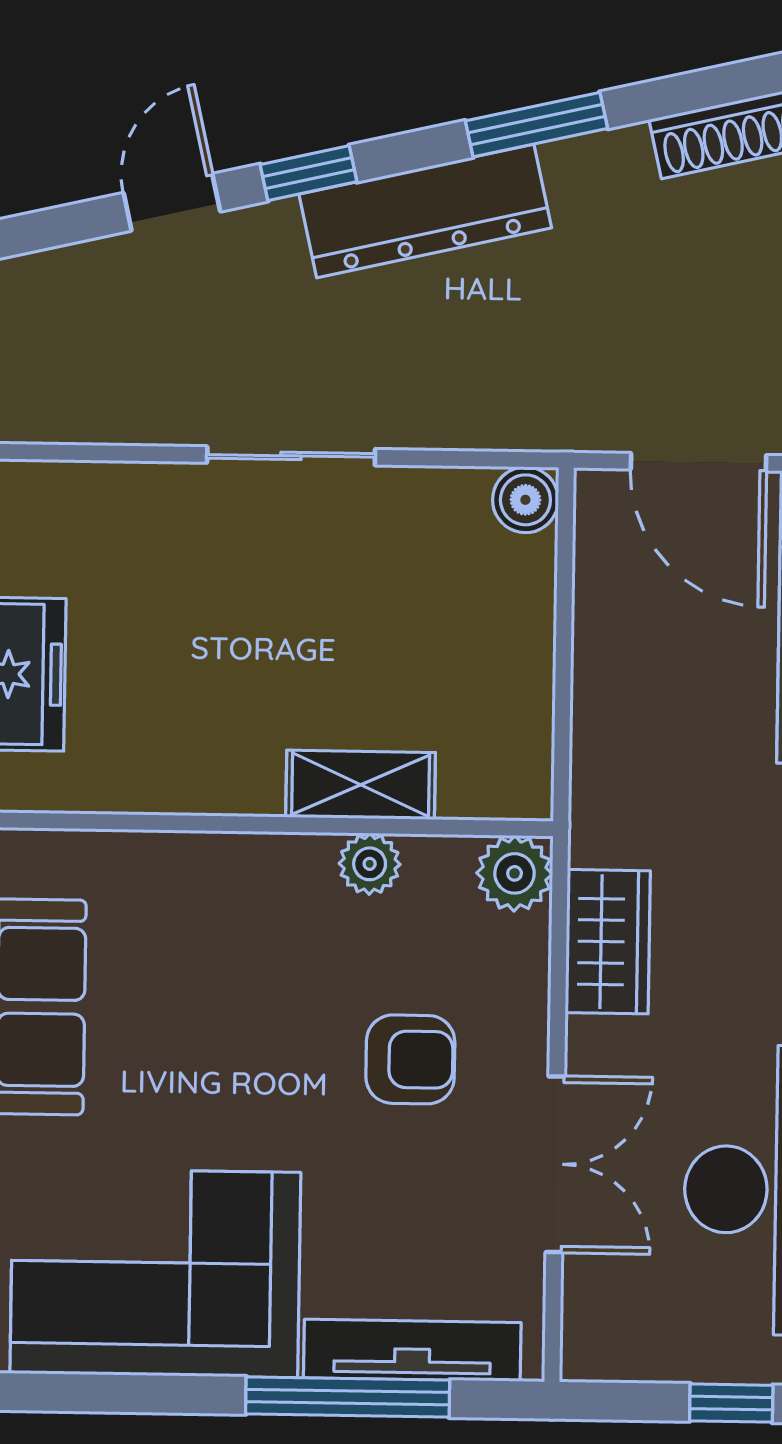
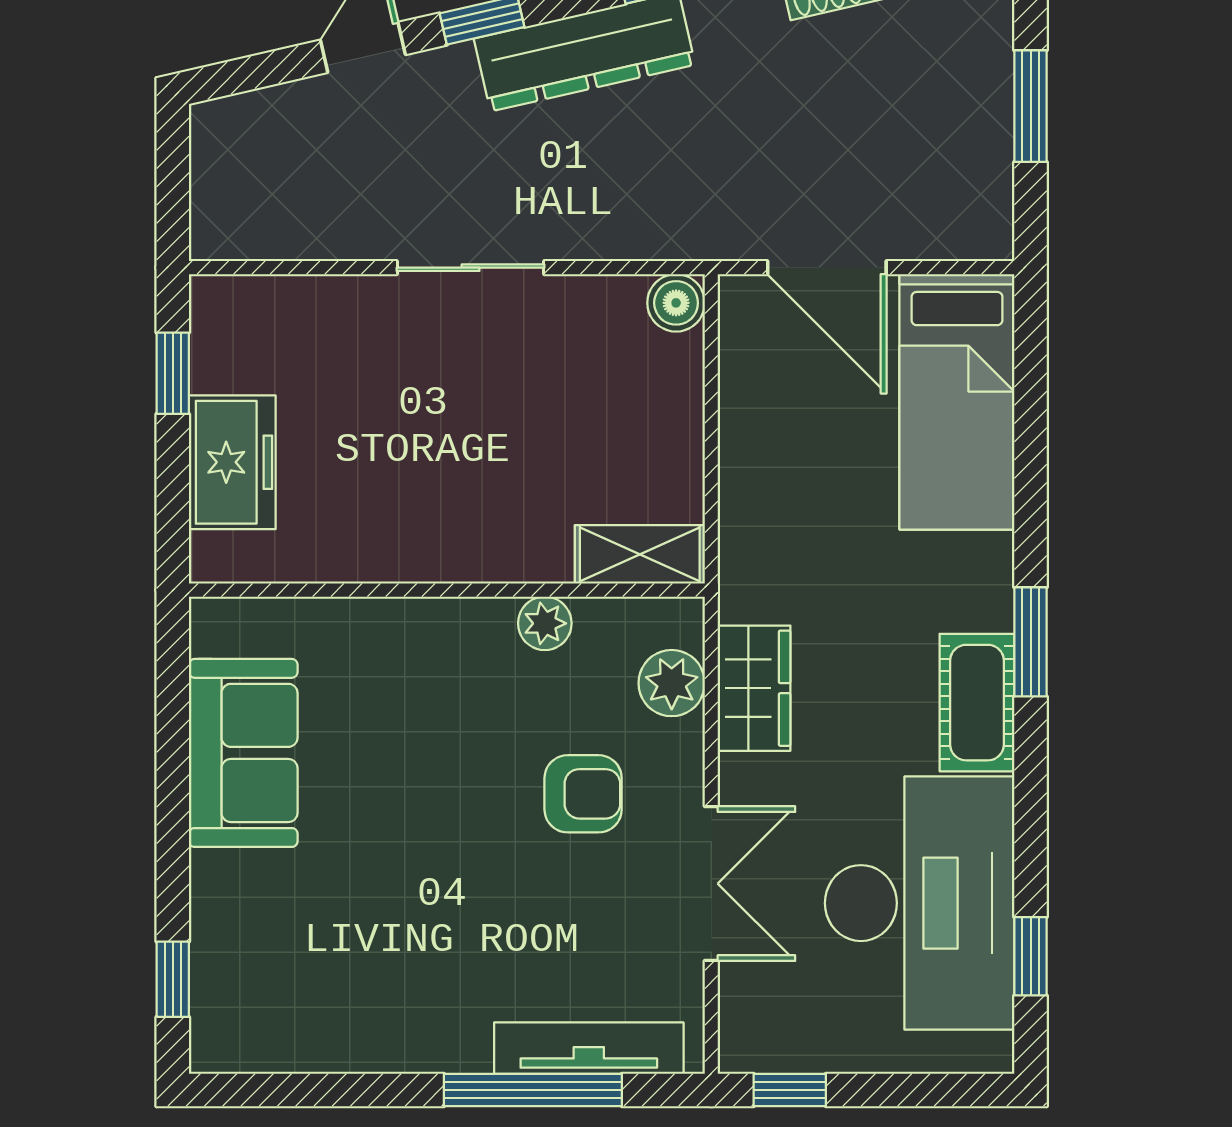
shelving: (361, 785) -> (640, 554), moved
plant: (515, 873) -> (672, 683), moved
corner sofa: (155, 1273) -> (363, 984), removed
window: (731, 1403) -> (790, 1090), moved

